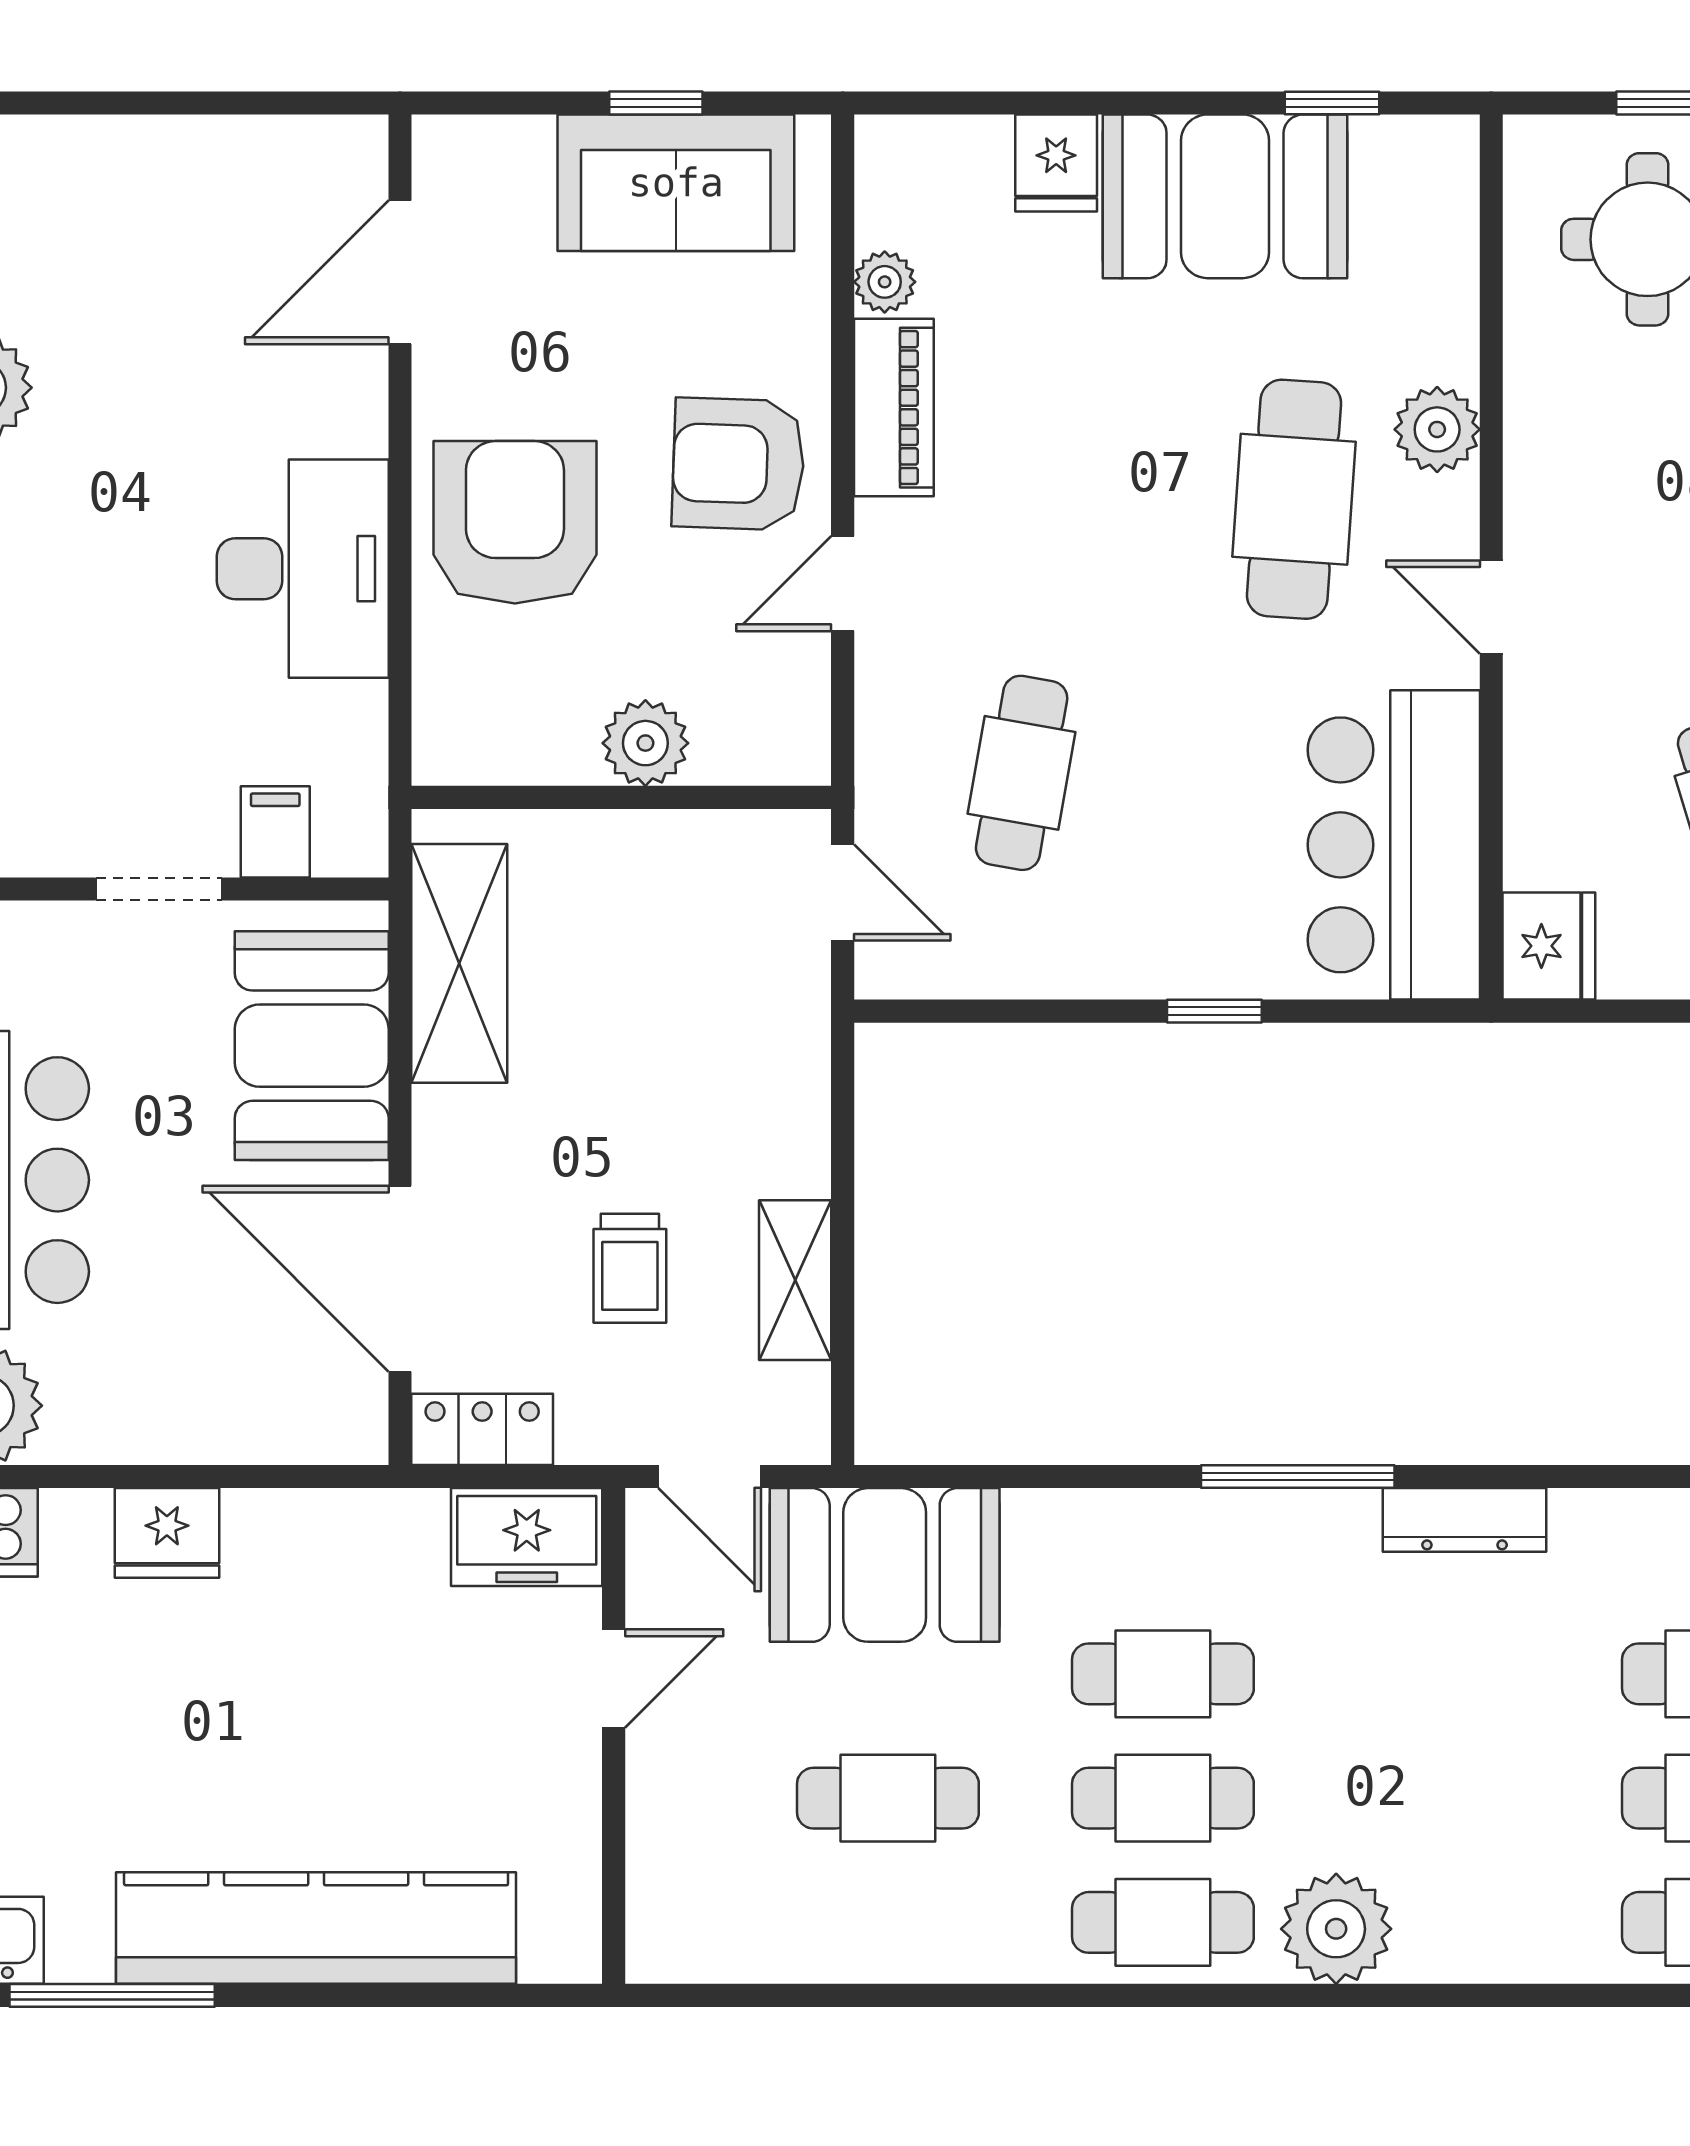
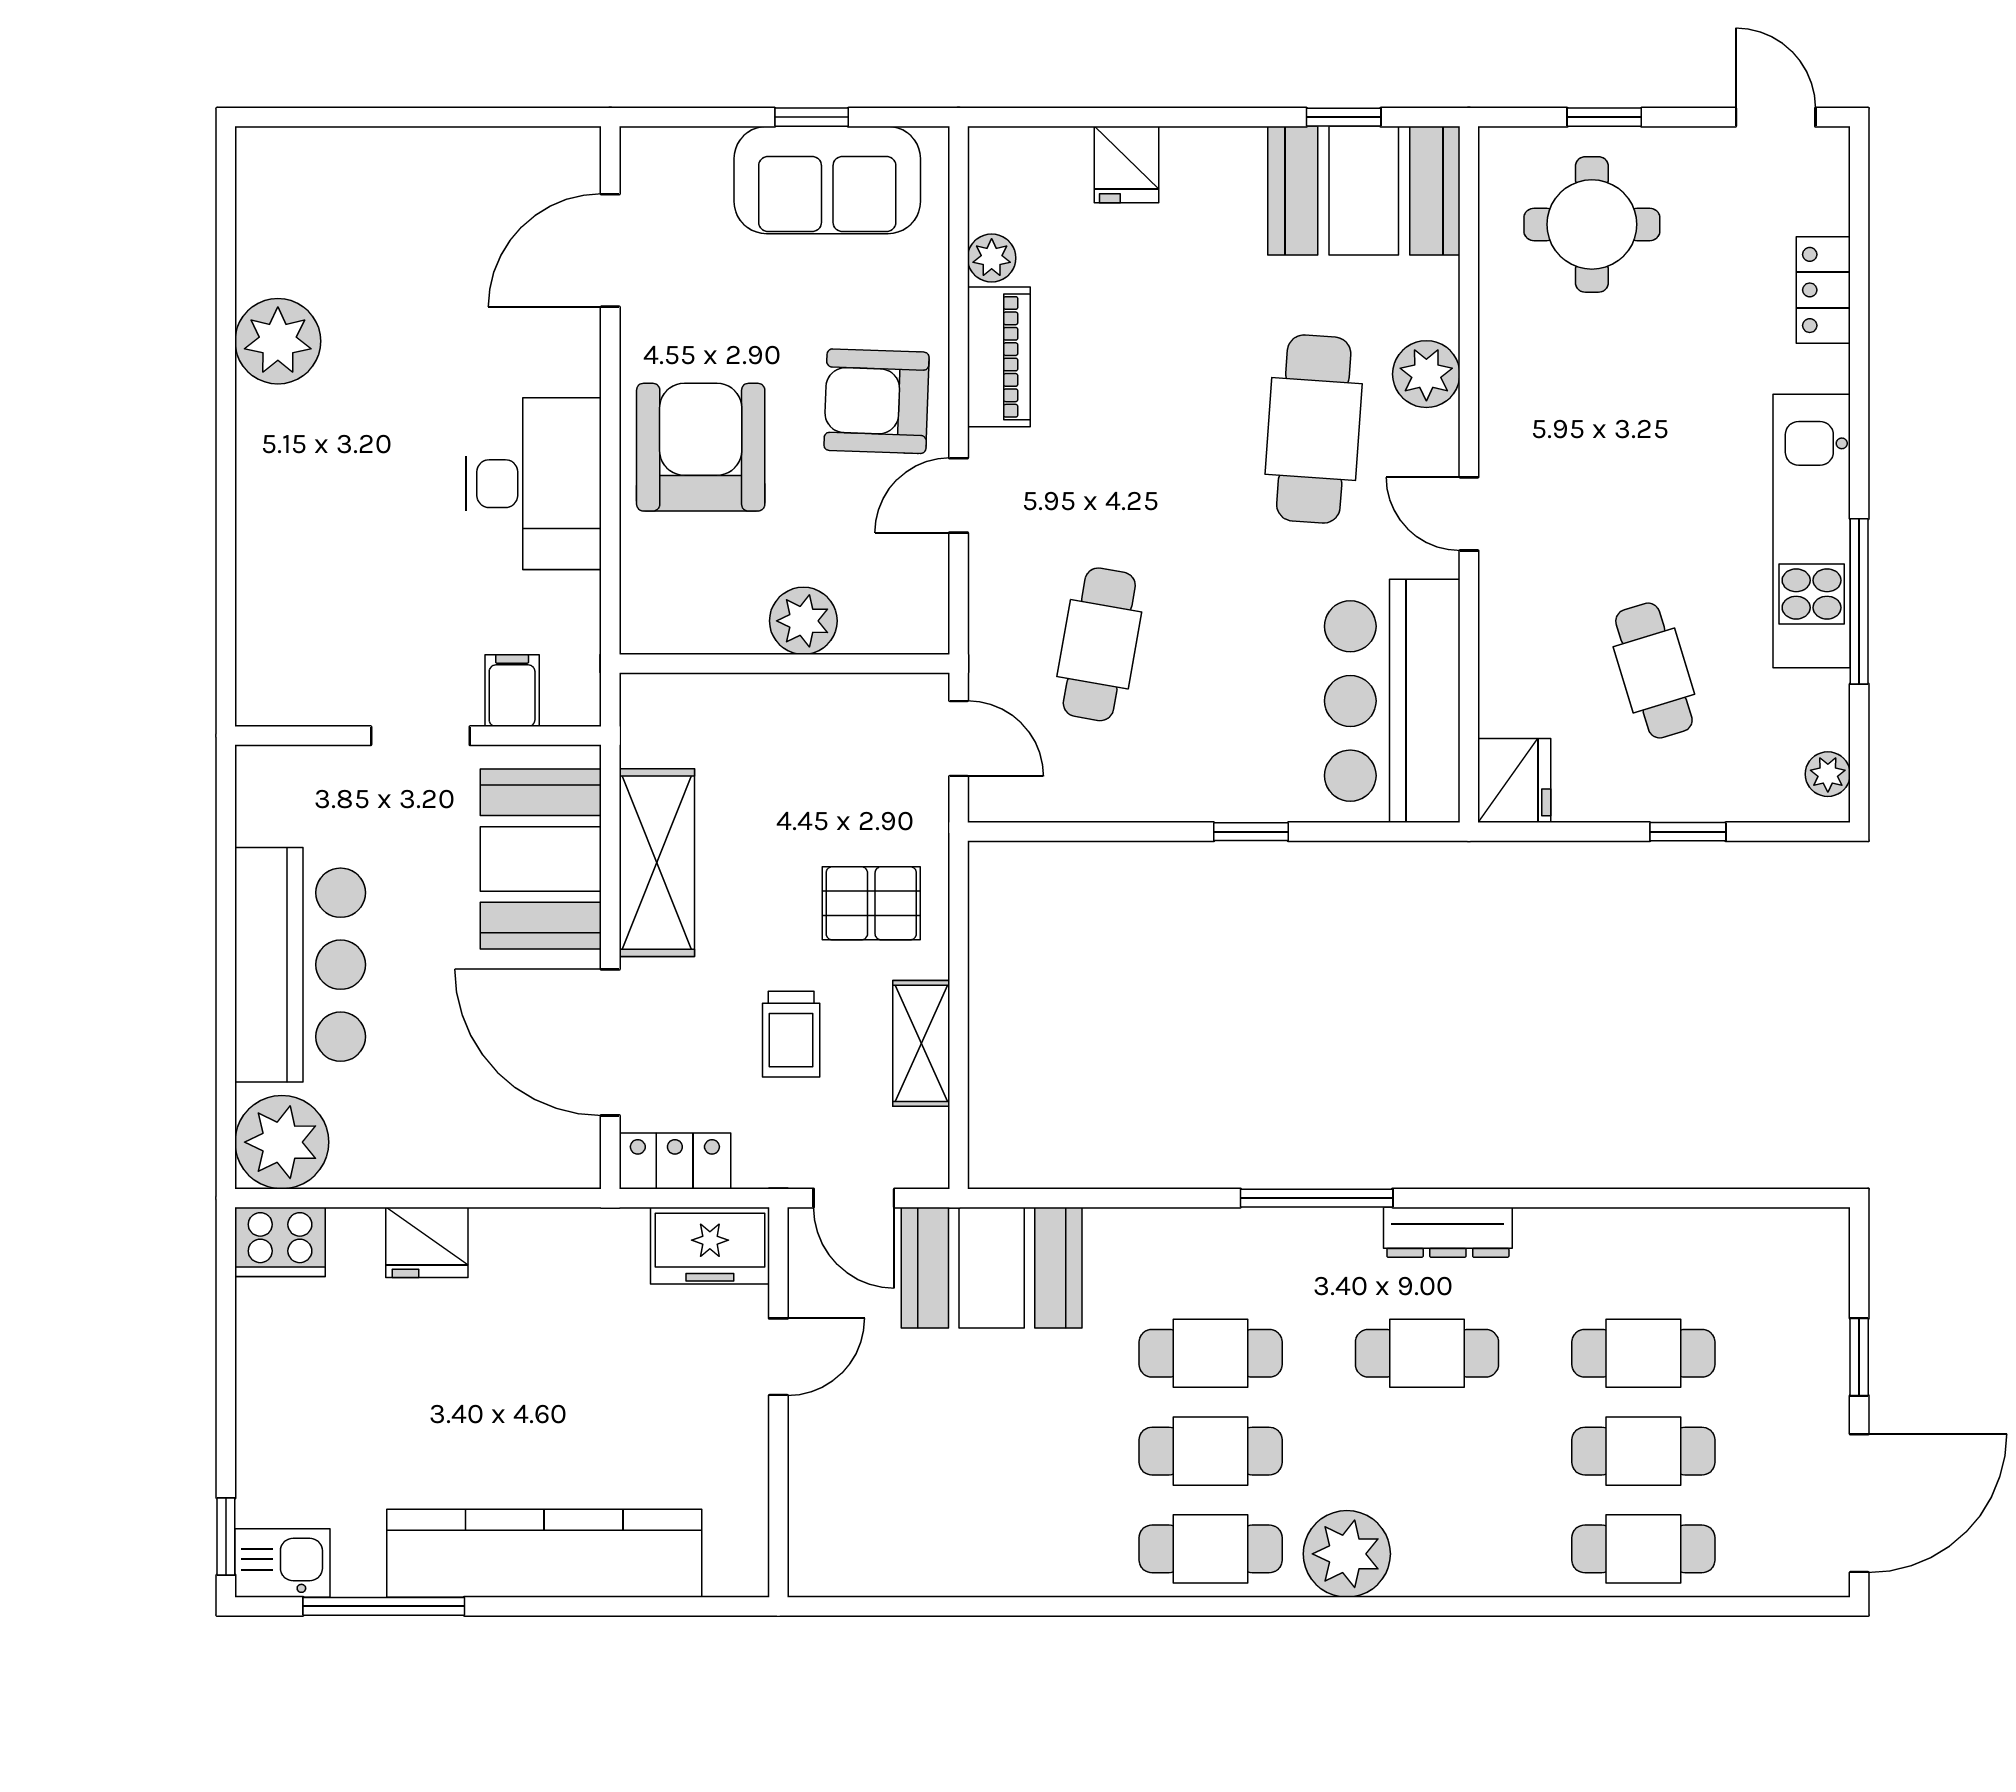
booth: (1225, 196) -> (1364, 191), moved
shelving: (459, 963) -> (657, 863), moved
pallet: (732, 1102) -> (871, 903), added
cafe table: (888, 1798) -> (1427, 1353), moved

